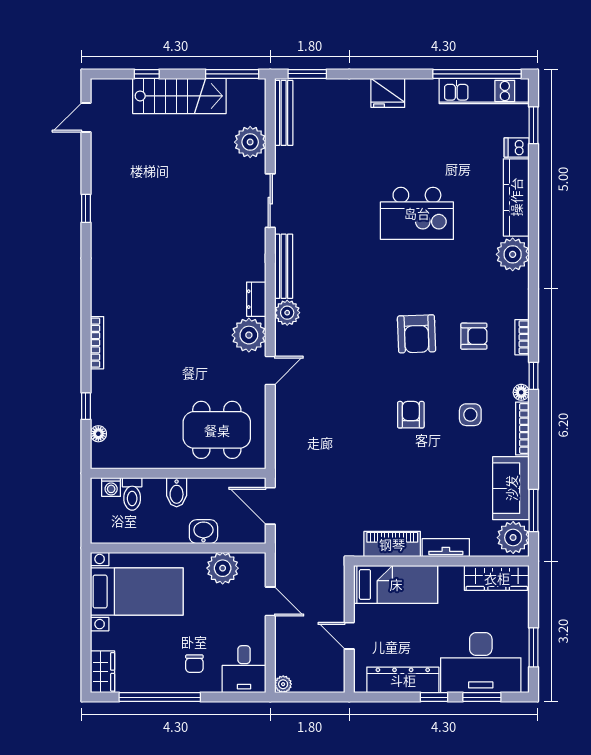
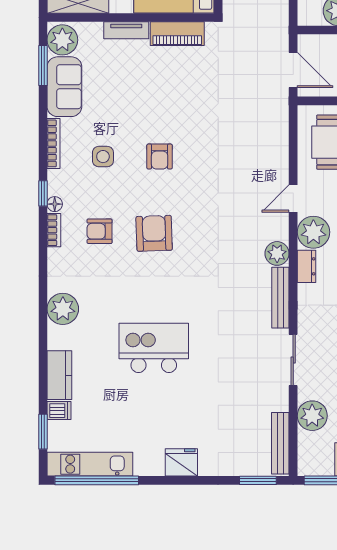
kitchen counter: (516, 197) -> (59, 375), width x0.67
floor lamp: (521, 392) -> (55, 204), moved

